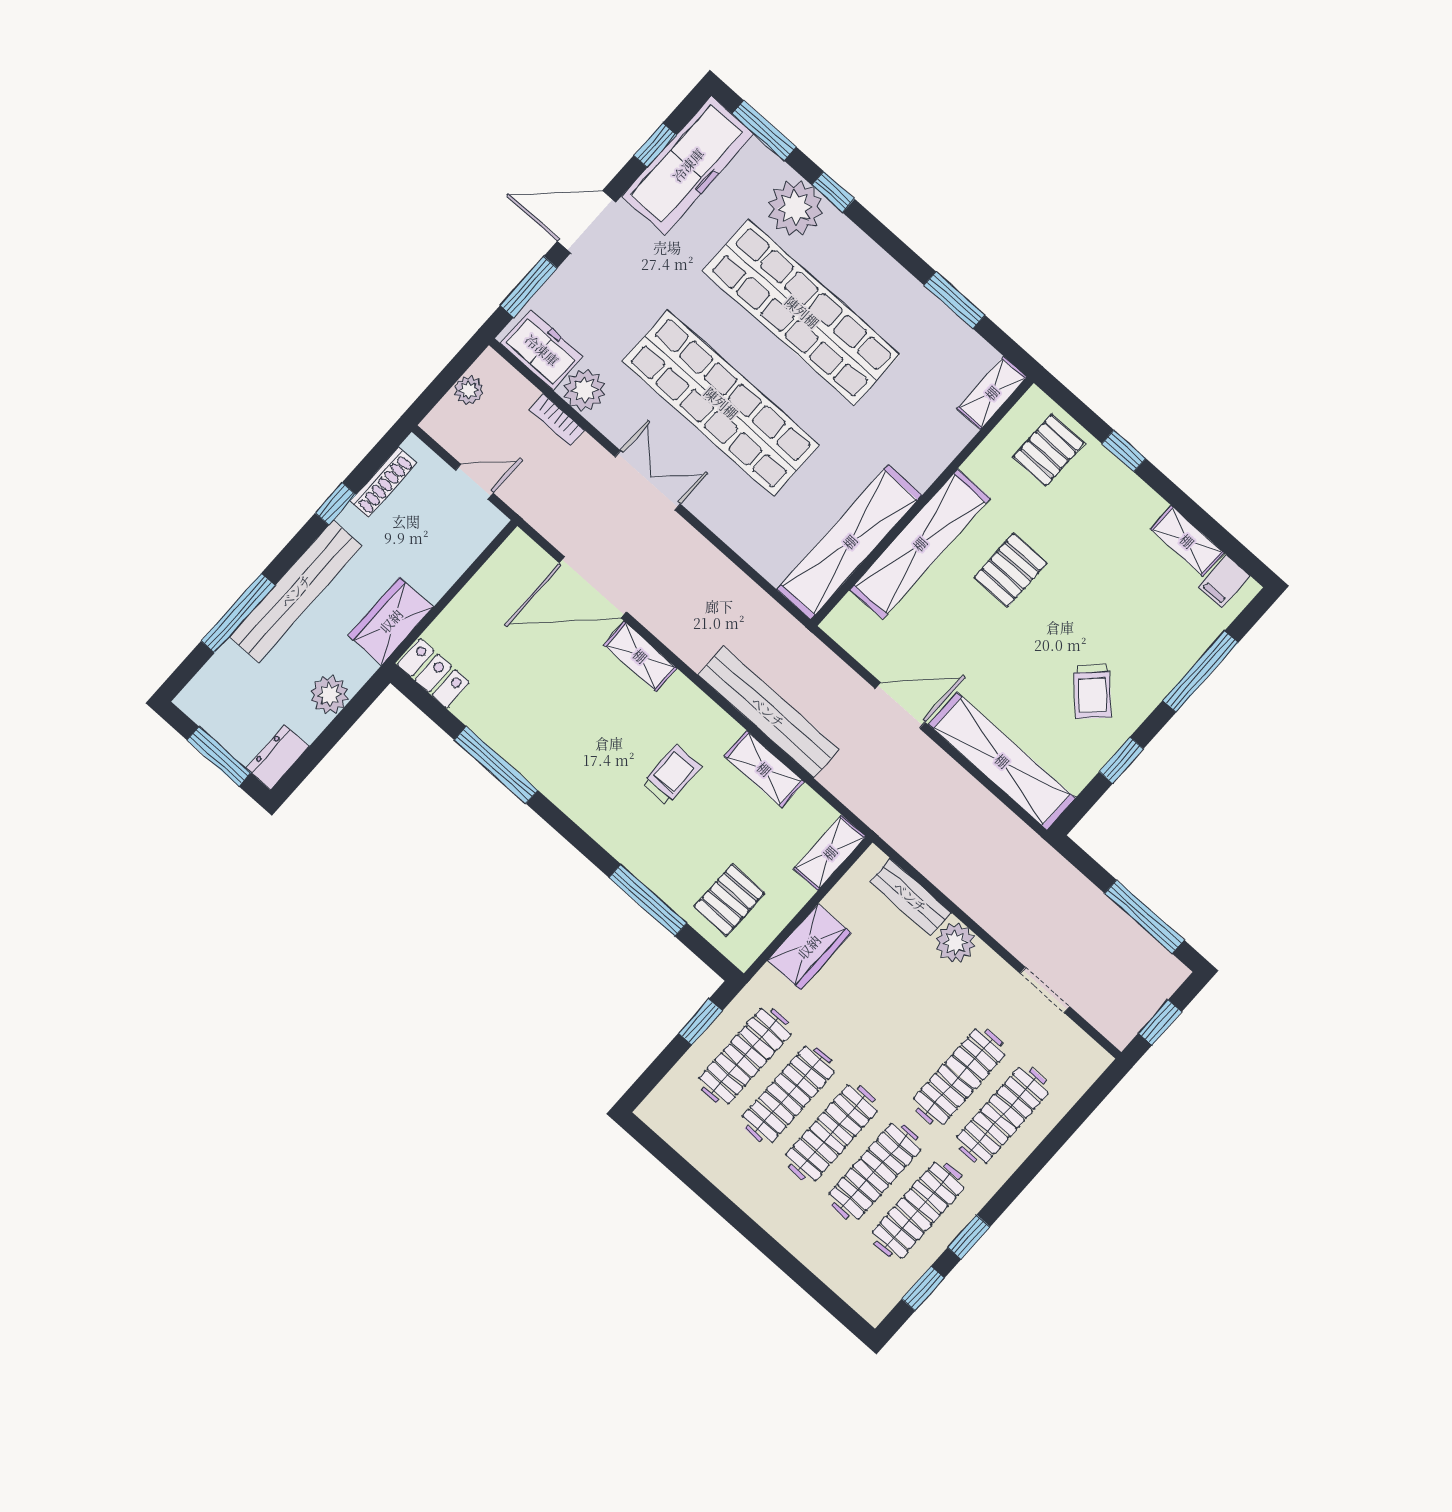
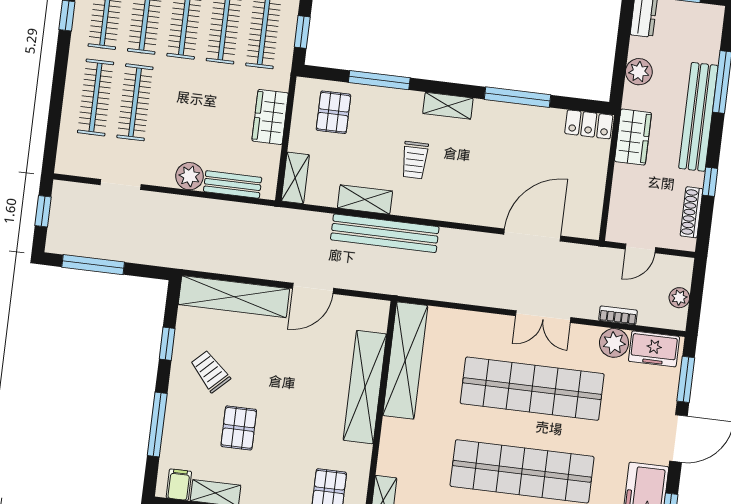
pallet: (1011, 570) -> (239, 428), moved
shelving: (640, 656) -> (448, 106), moved

